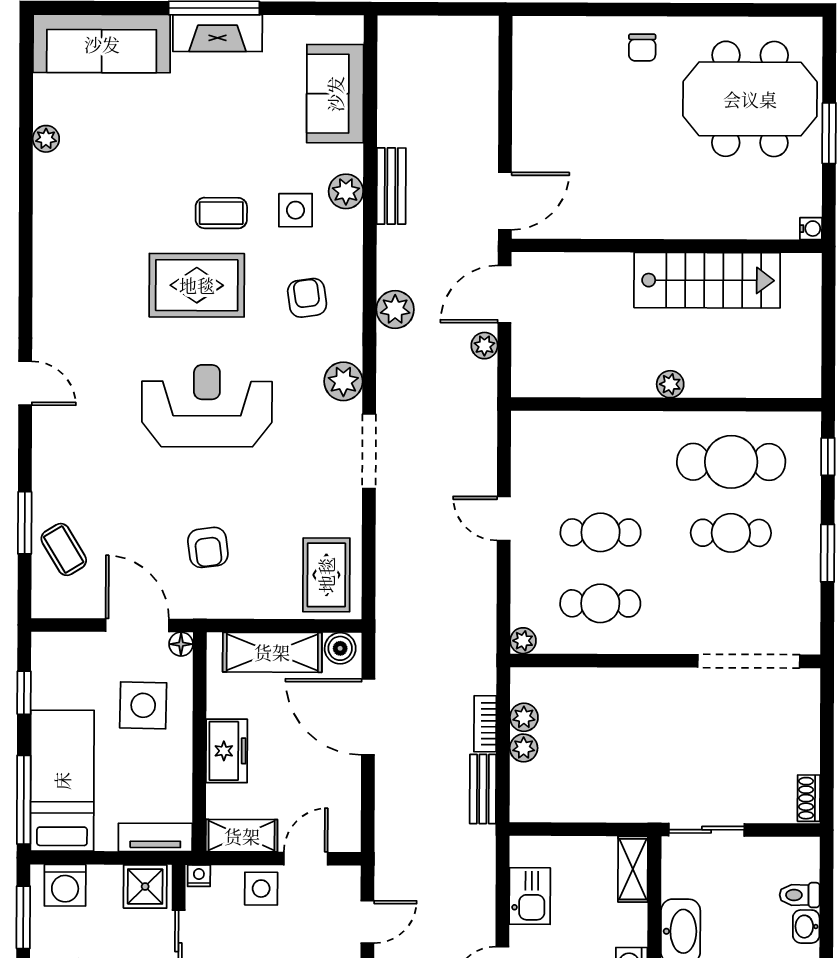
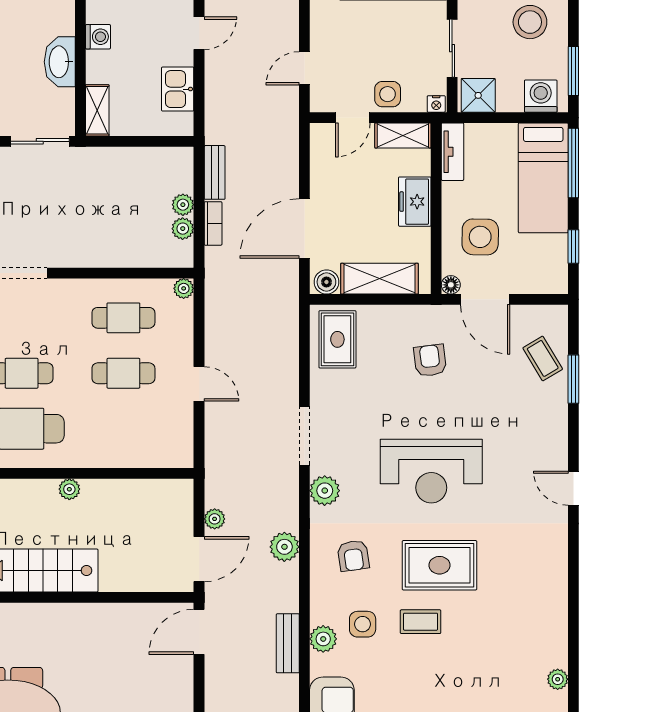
door: (368, 717) -> (304, 228), swing flipped
tv unit: (155, 837) -> (453, 152), moved, turned -90

